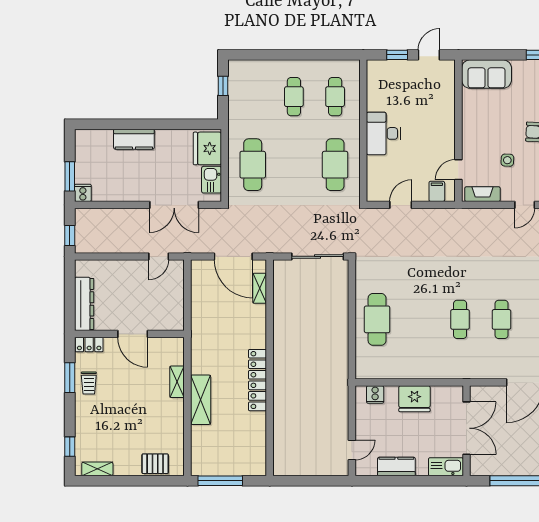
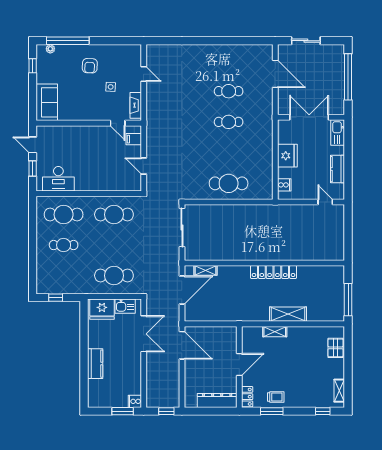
cafe table: (335, 97) -> (64, 215), width x1.37, depth x1.35
desk: (383, 133) -> (58, 179), moved
door: (159, 256) -> (182, 345), width x1.87

